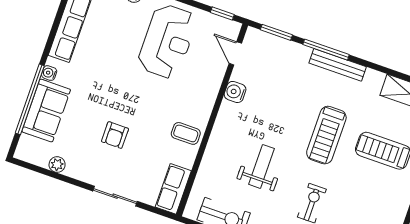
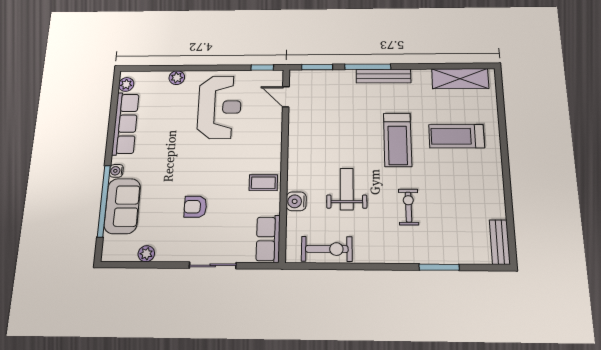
water cooler: (235, 92) -> (296, 201), moved
armchair: (115, 135) -> (195, 207), turned 90

